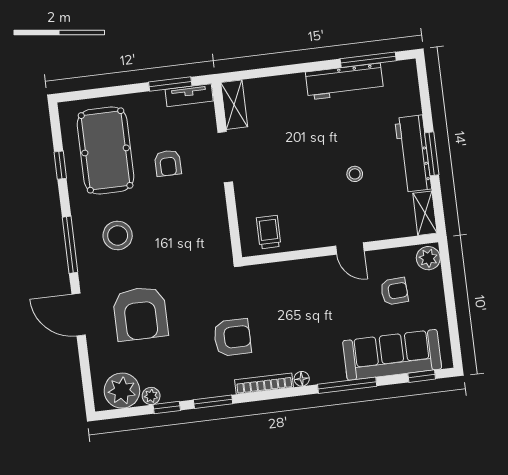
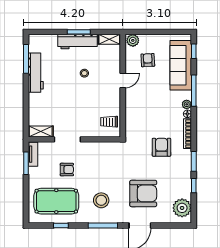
plant: (151, 396) -> (187, 104), moved

